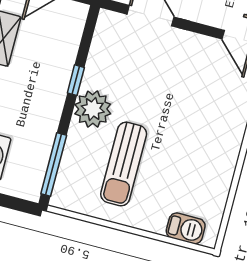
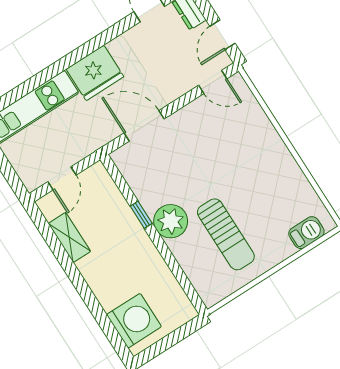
window: (54, 165) -> (184, 281), removed

